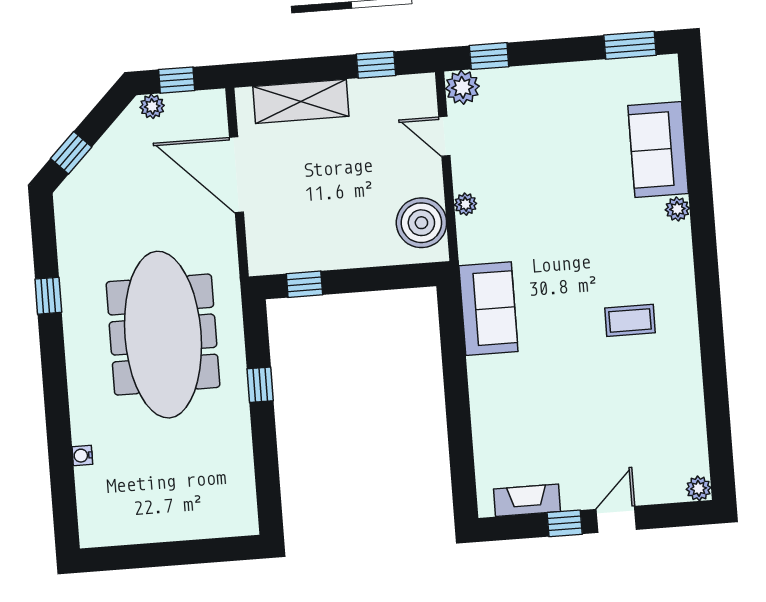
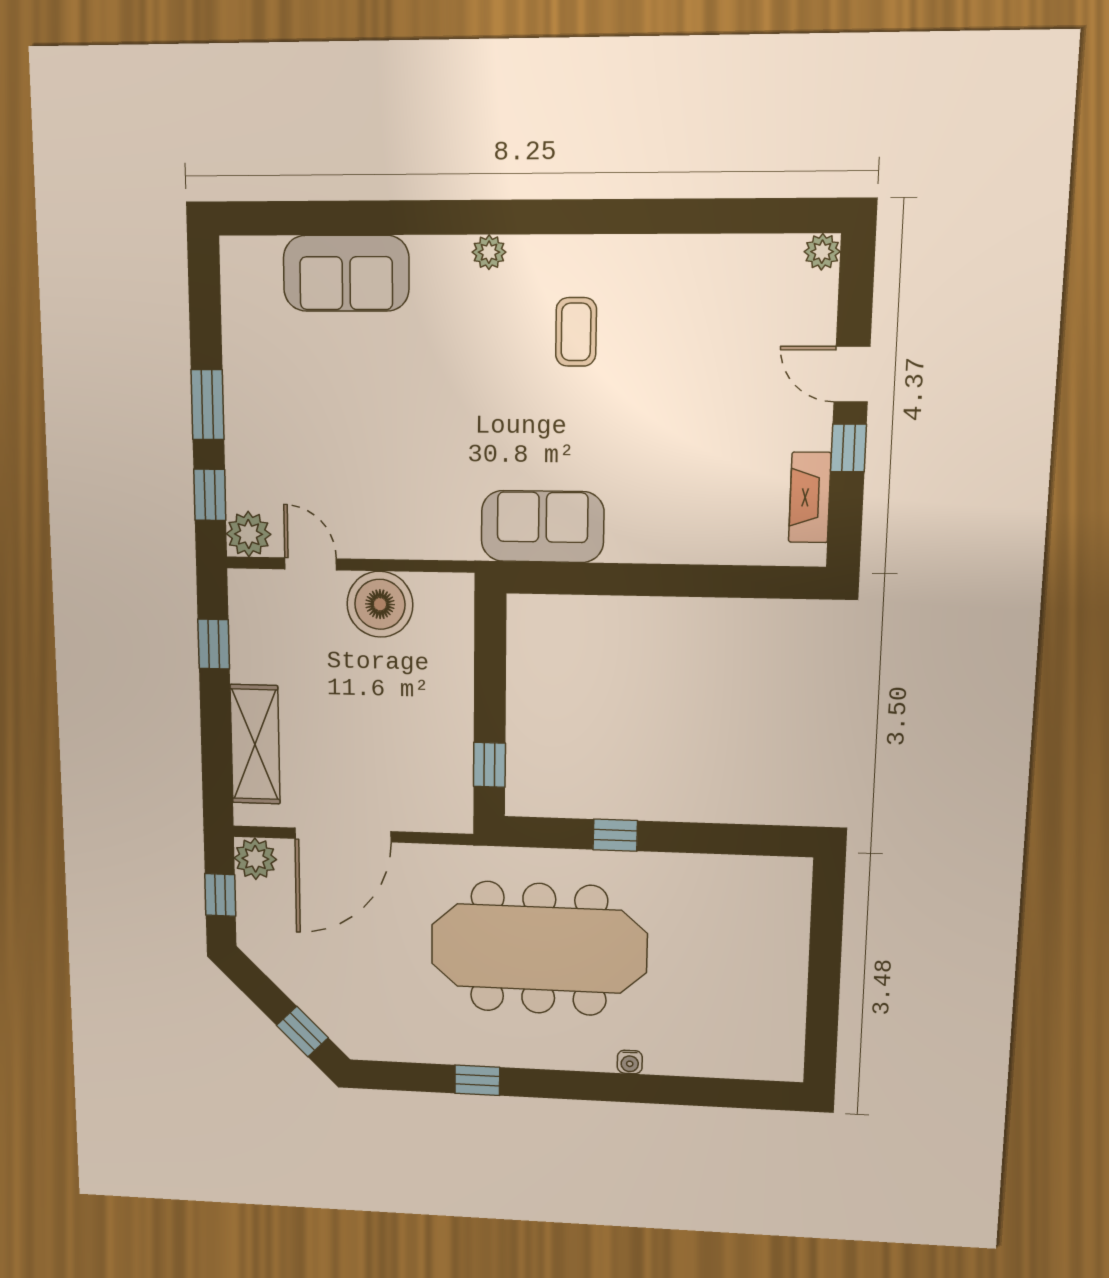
window: (630, 45) -> (207, 405), moved
plant: (152, 106) -> (255, 859), moved, width x1.38, depth x1.38
door: (444, 136) -> (311, 564), swing flipped
plant: (465, 204) -> (401, 544), removed
plant: (677, 209) -> (489, 252), moved
boiler: (421, 223) -> (380, 604), moved
water cooler: (82, 455) -> (630, 1062), moved

